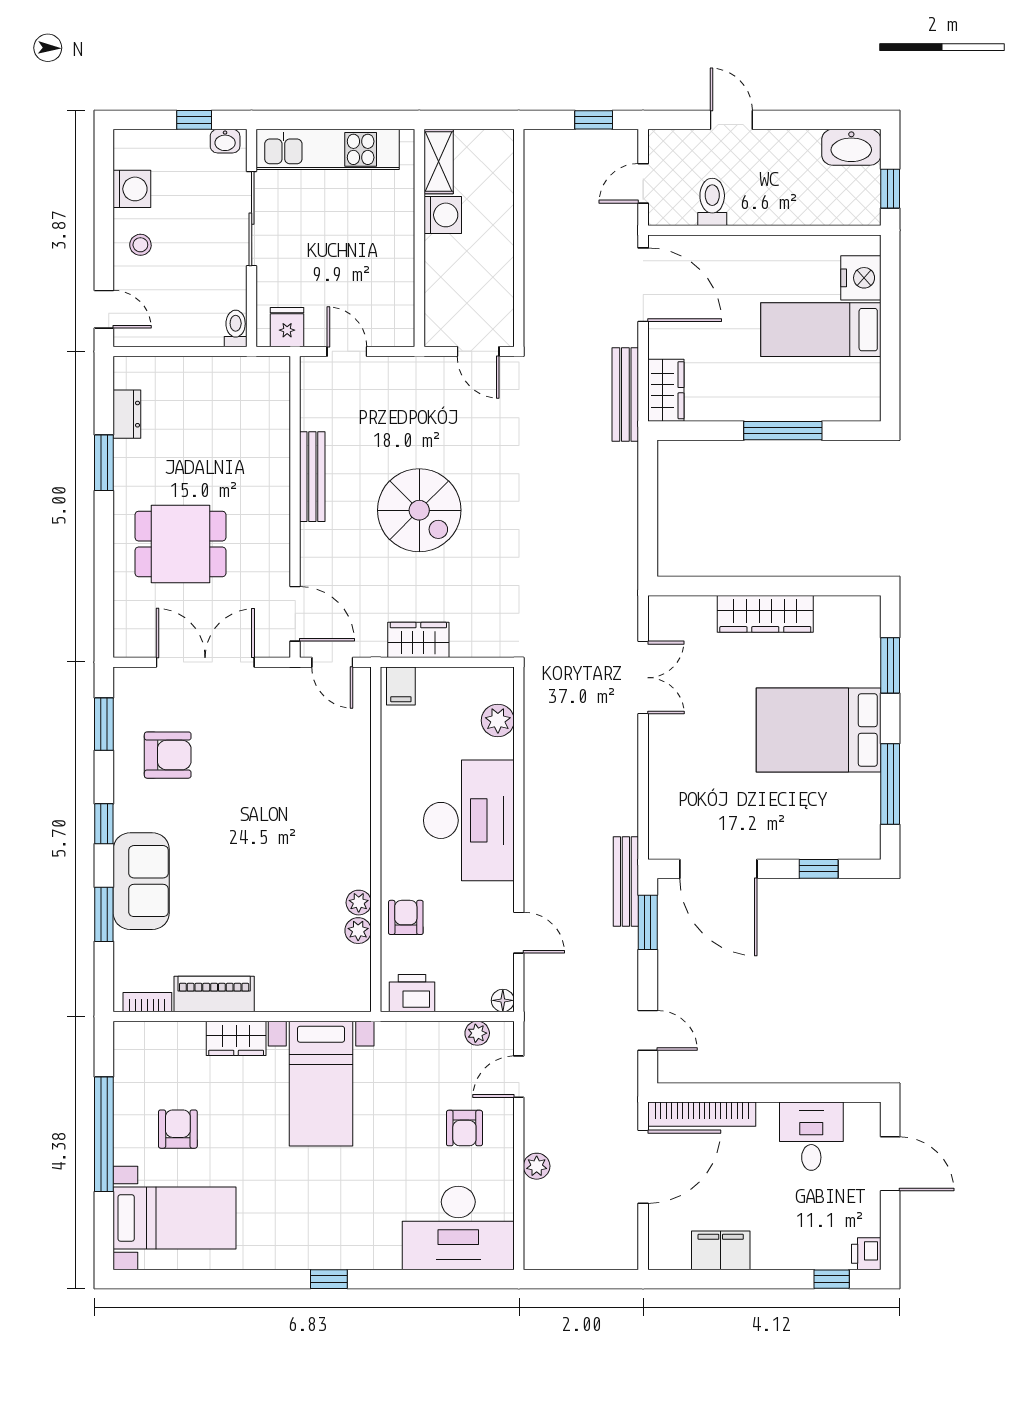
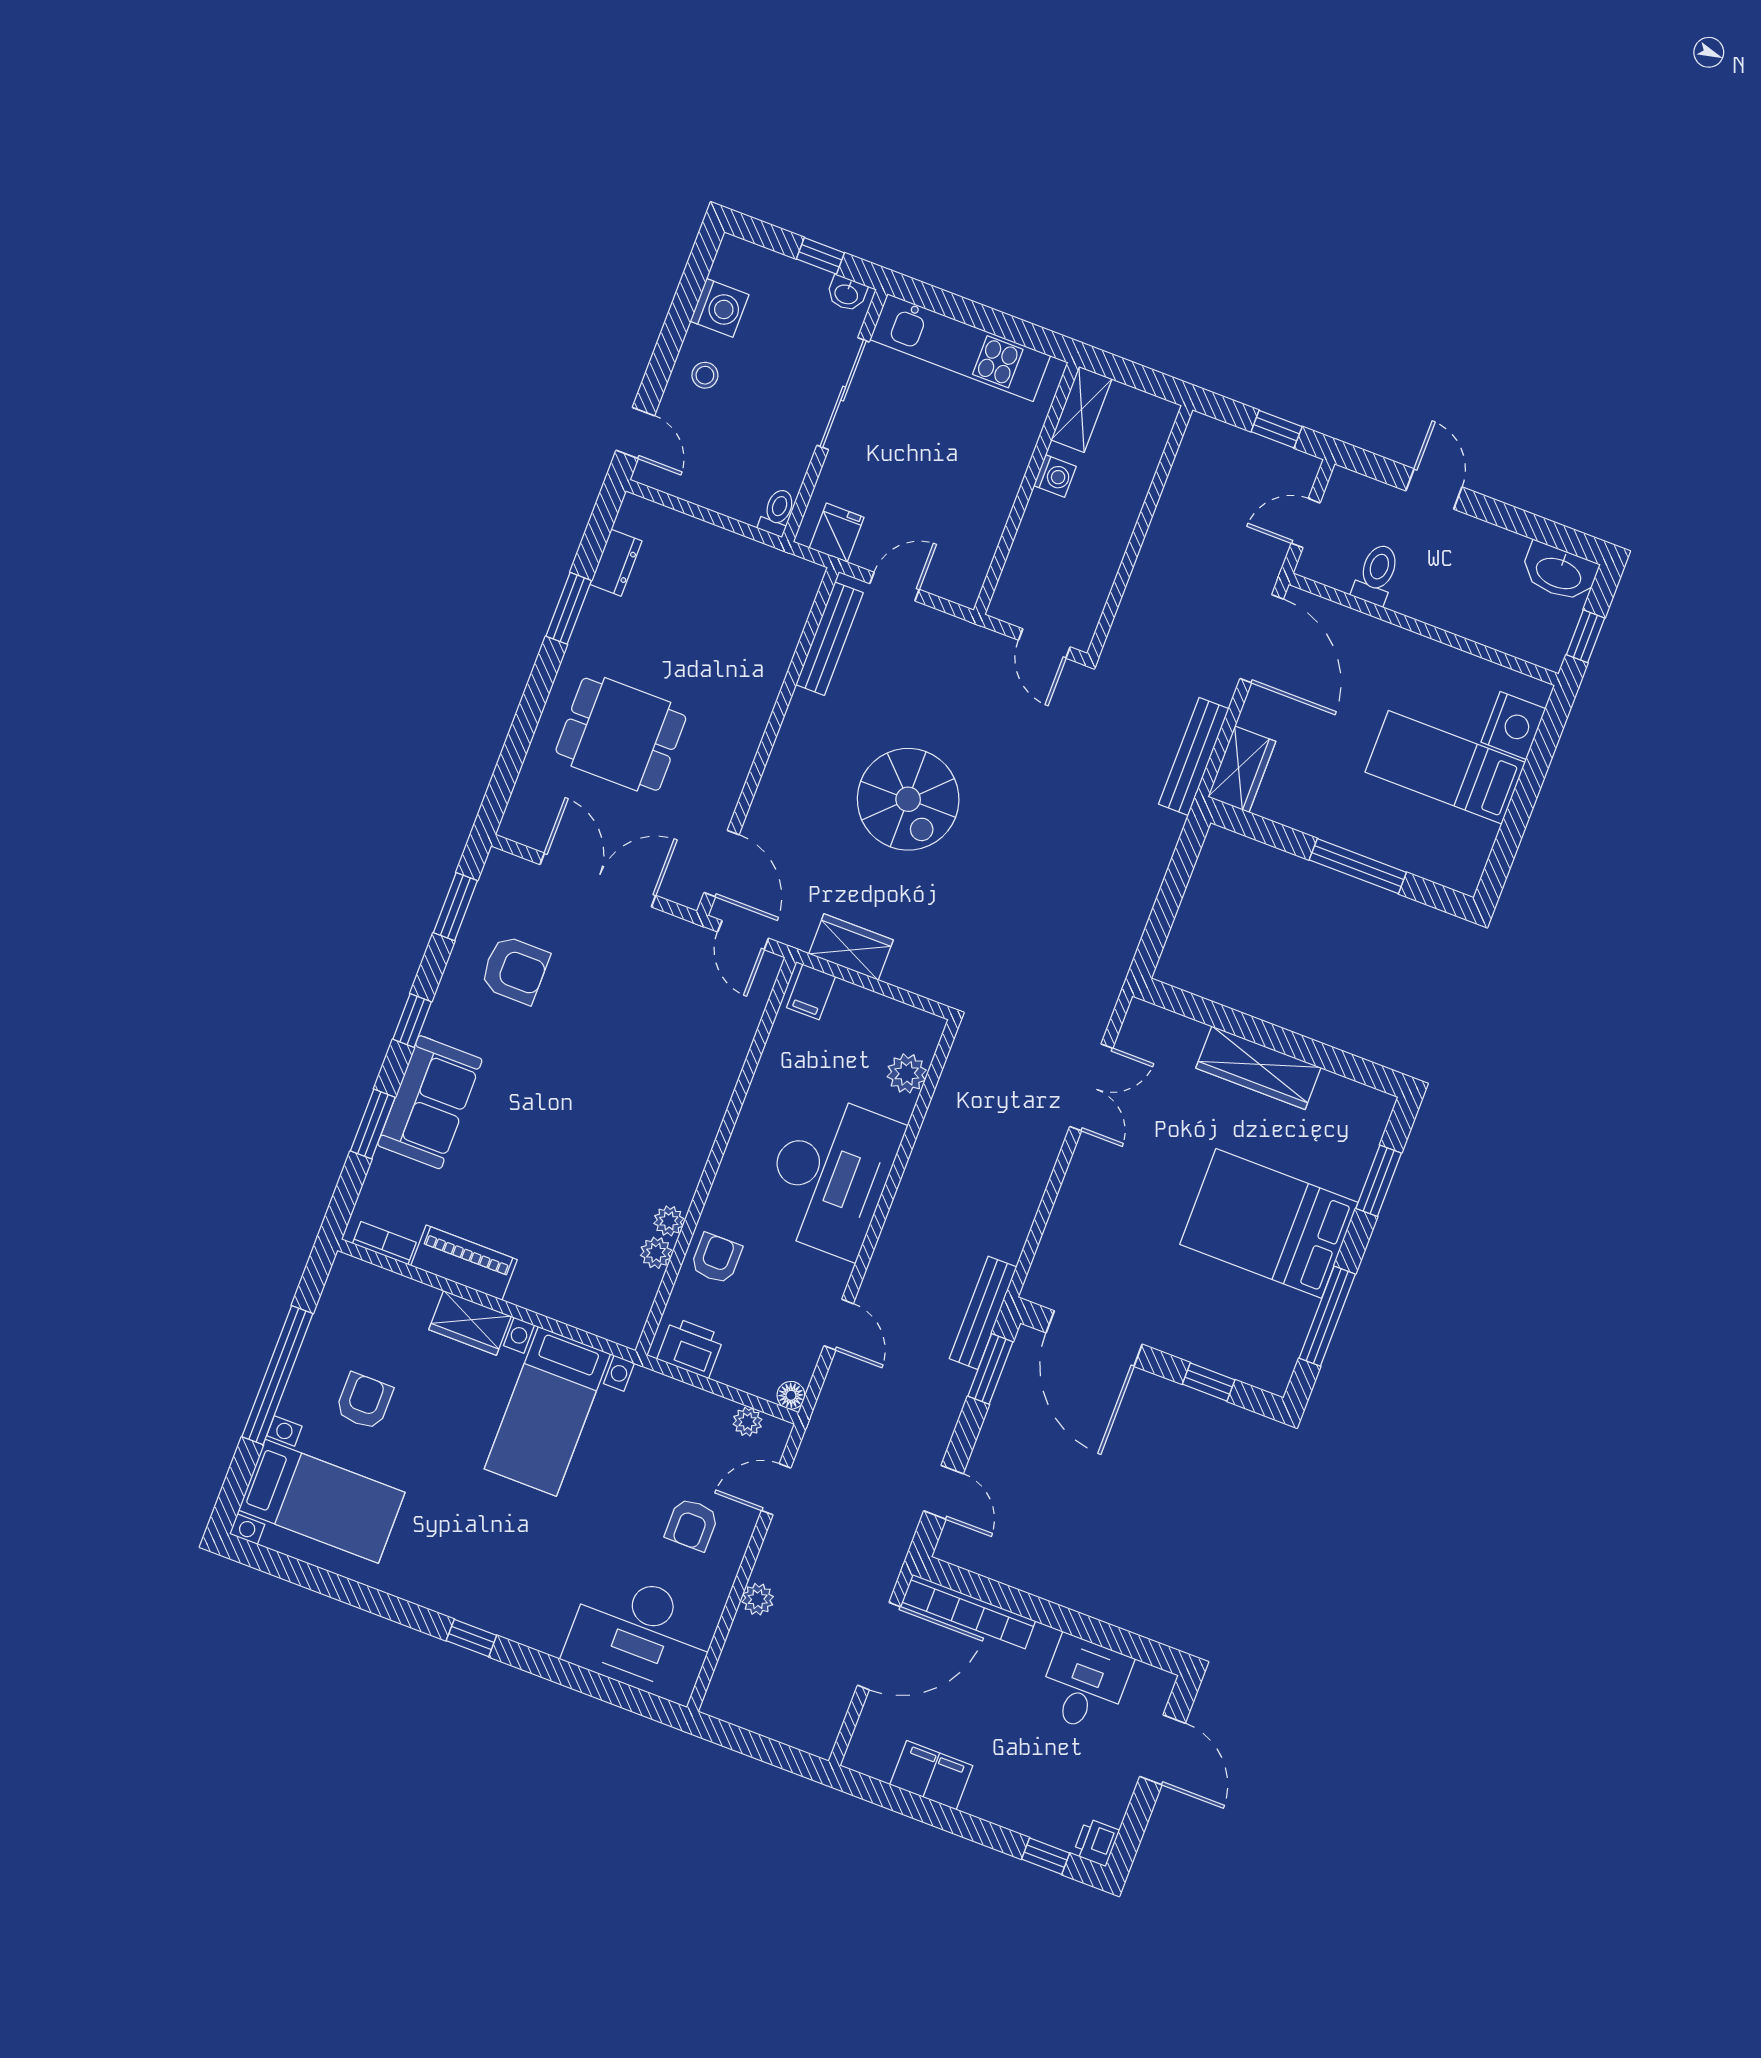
washing machine: (443, 215) -> (1055, 476), width x0.73, depth x0.73
door: (347, 351) -> (895, 587), hinge flipped
bench: (312, 477) -> (829, 639), moved

